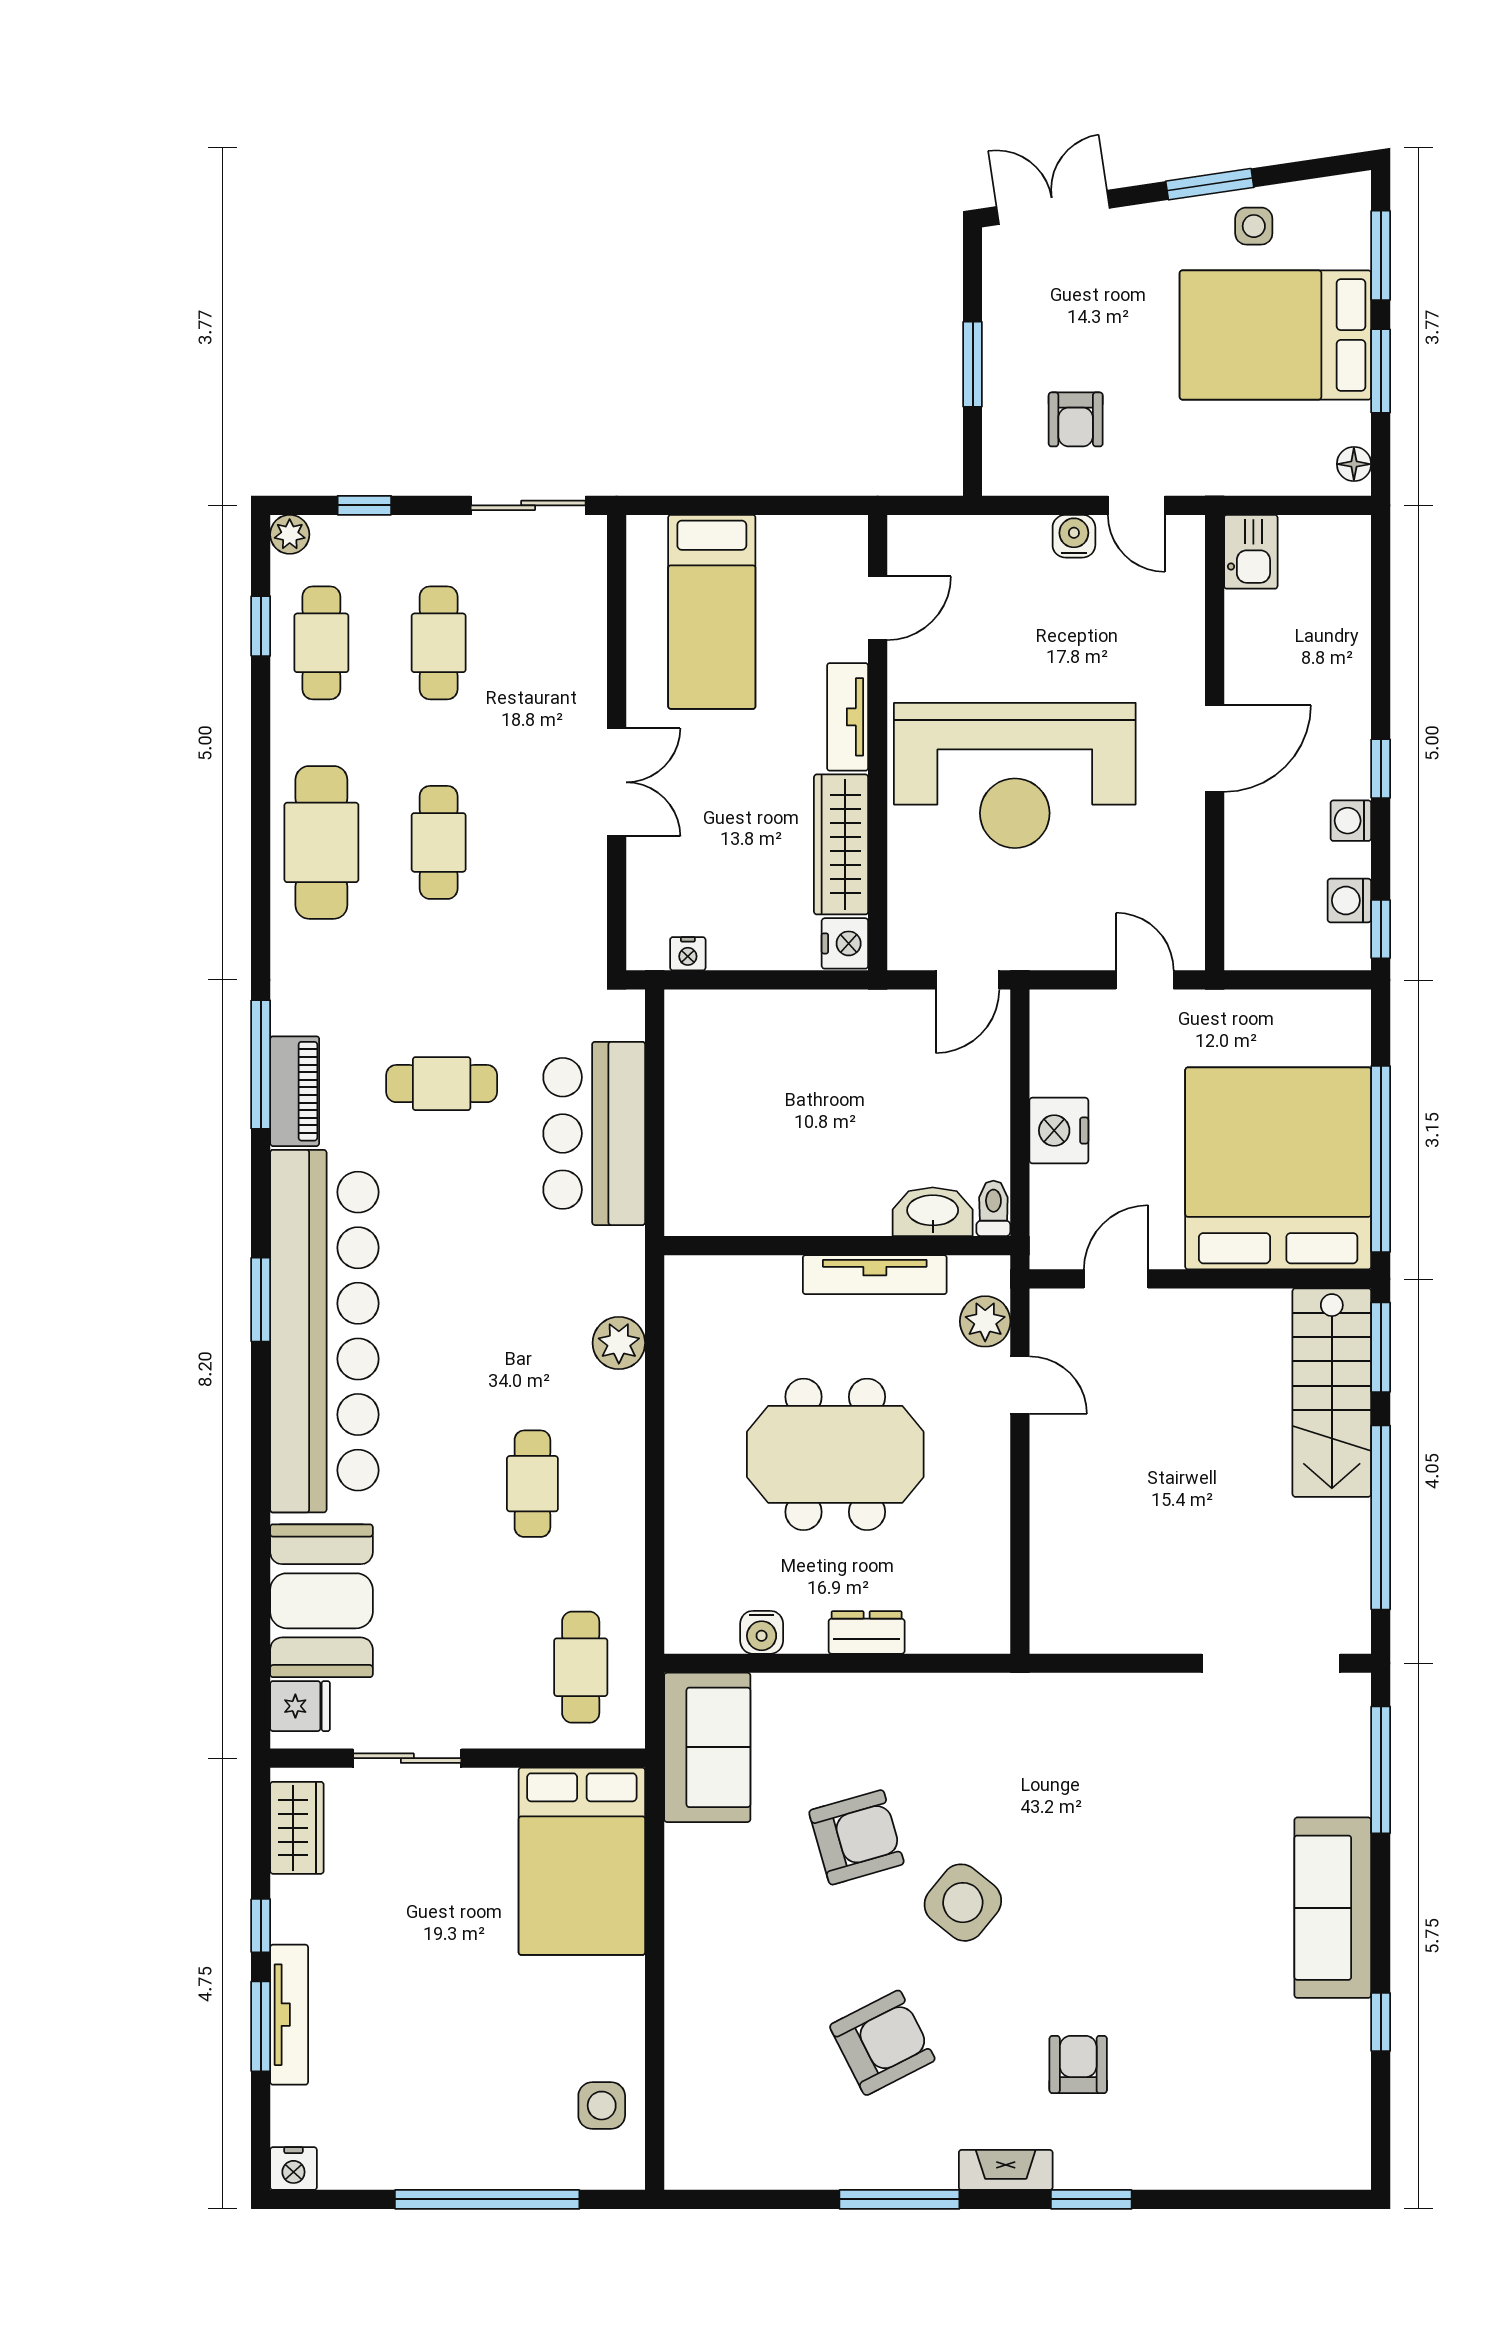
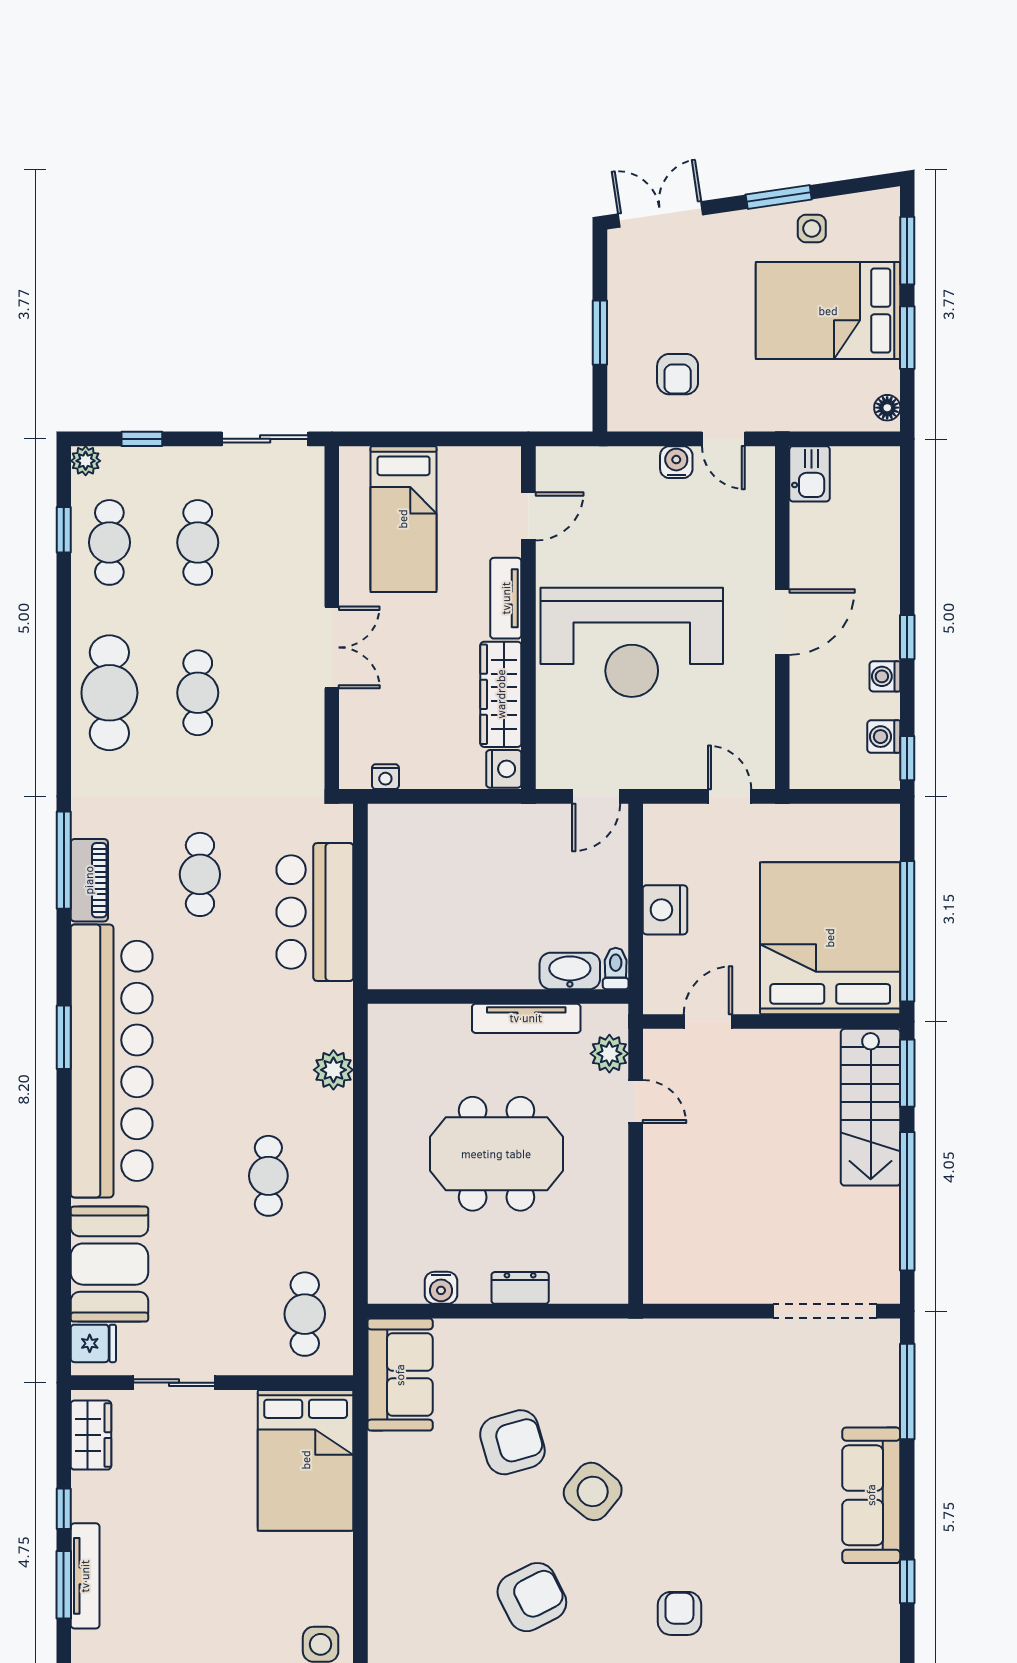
cafe table: (442, 1084) -> (200, 874), turned 90

